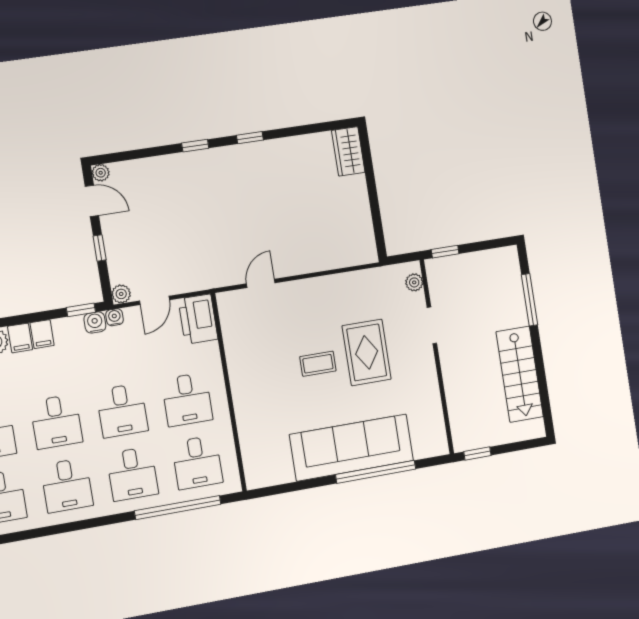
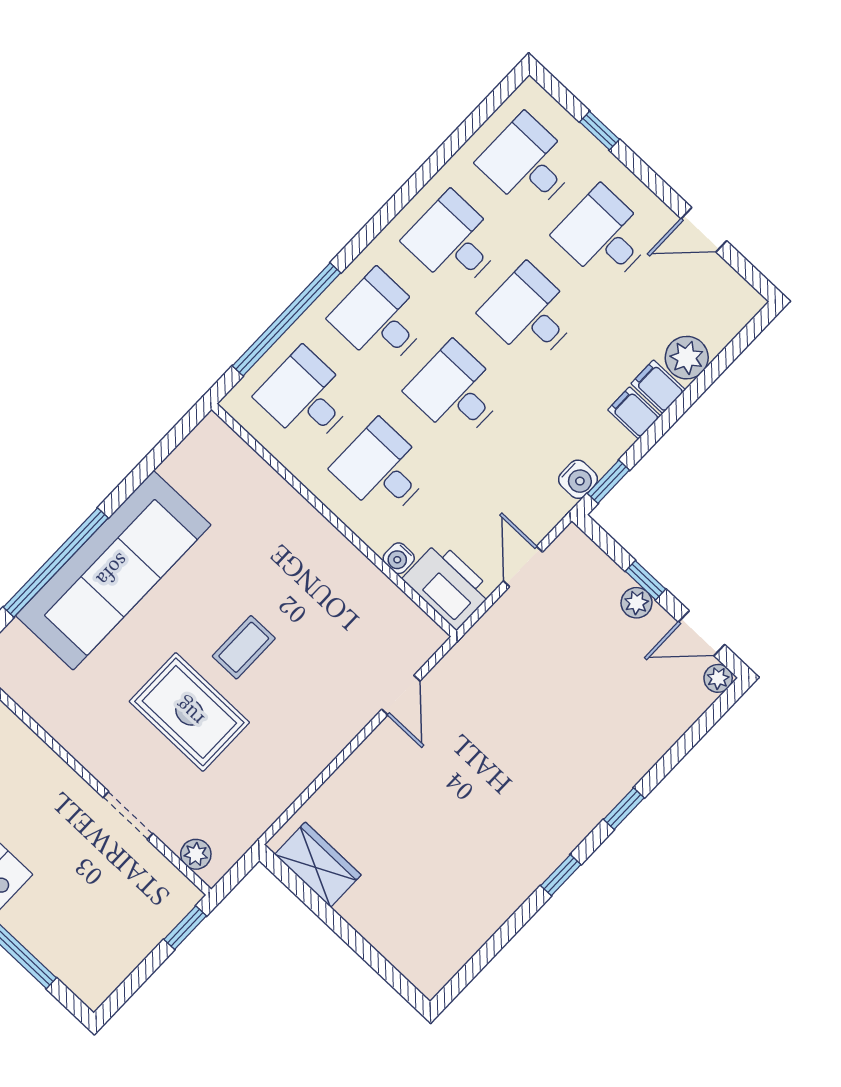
wardrobe: (348, 151) -> (318, 865), moved
plant: (121, 294) -> (636, 603), moved
water cooler: (114, 317) -> (399, 558), moved, turned 90

